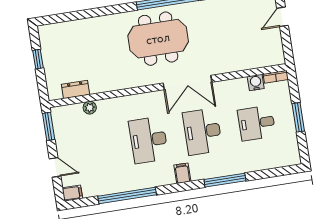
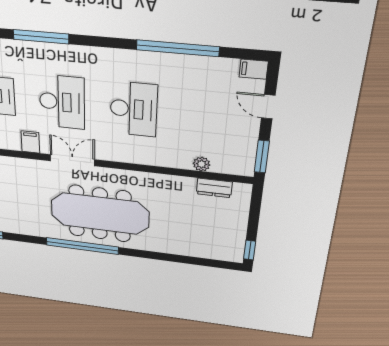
meeting table: (158, 39) -> (100, 214), width x1.36
window: (38, 59) -> (250, 250), moved
double door: (188, 83) -> (72, 160), width x0.73
filing cabinet: (182, 173) -> (30, 142), moved, turned 180

